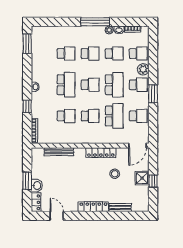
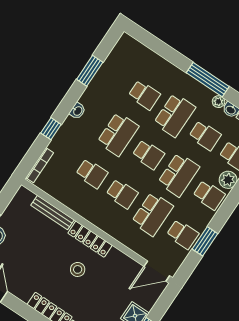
window: (27, 44) -> (90, 71), moved
school desk: (90, 54) -> (175, 115), width x1.85
window: (153, 94) -> (205, 241), moved
locker: (101, 153) -> (90, 239), moved
stool: (115, 174) -> (78, 269), moved

